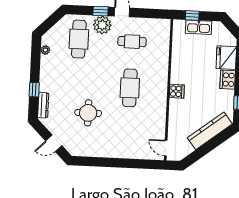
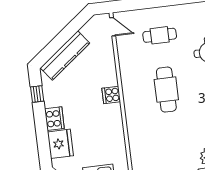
cafe table: (132, 42) -> (160, 35), moved

